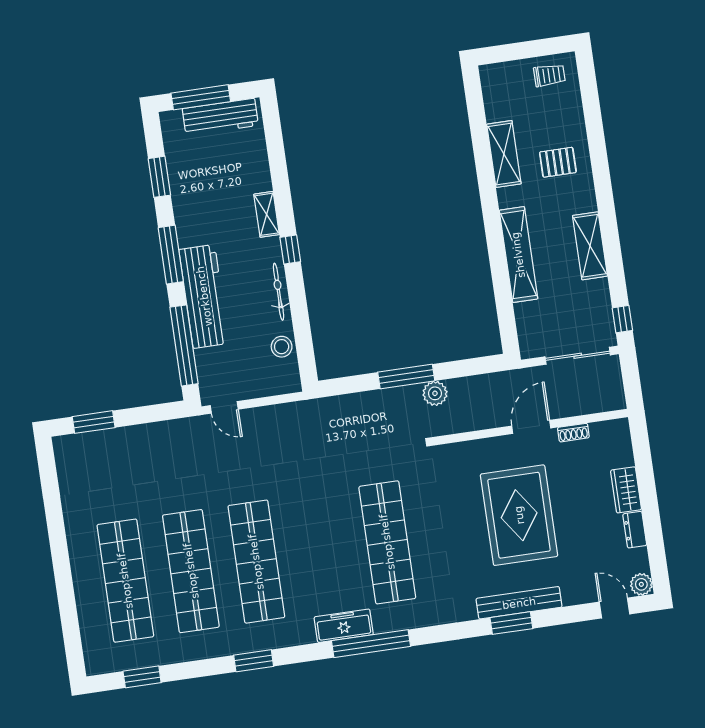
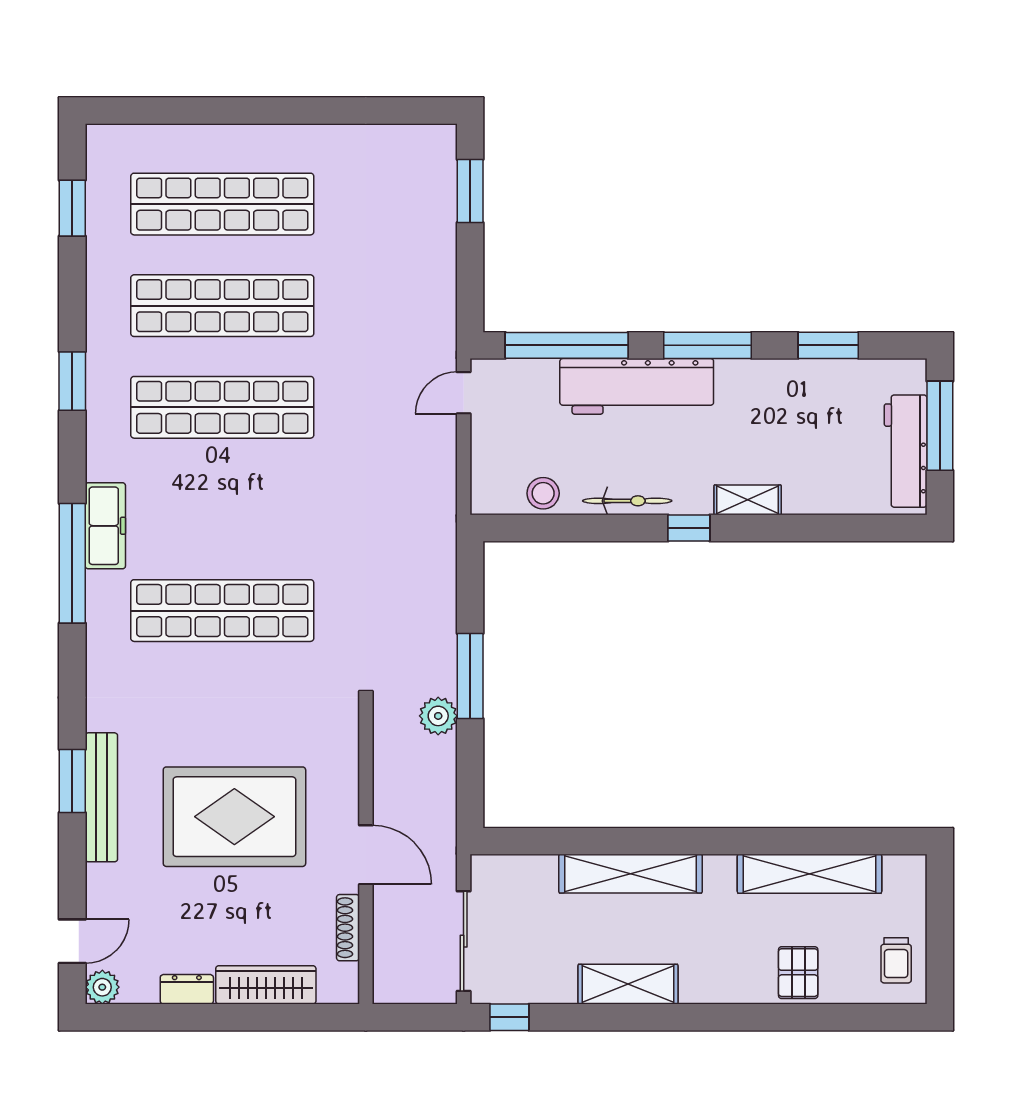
shelving: (504, 154) -> (809, 874), width x1.47
pallet: (558, 162) -> (798, 973), moved
shoe rack: (573, 433) -> (348, 928), width x1.43
wardrobe: (626, 490) -> (266, 985), width x1.50

